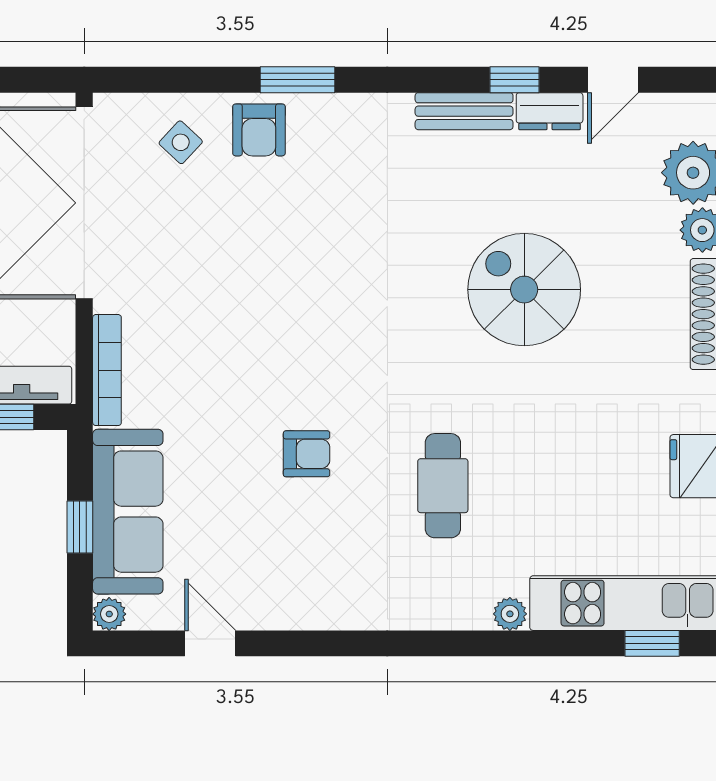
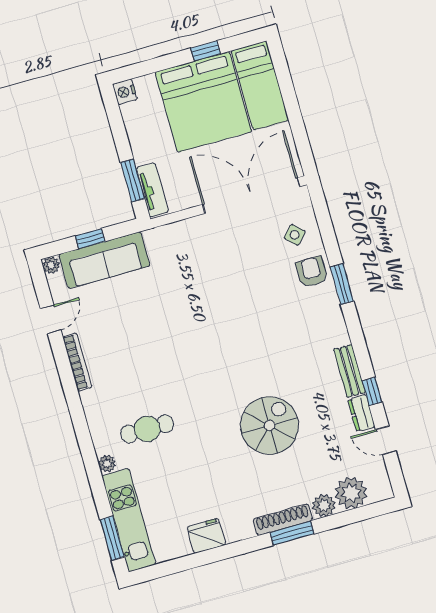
armchair: (259, 130) -> (312, 272), turned 90
bookcase: (107, 370) -> (77, 362), moved, turned -90
armchair: (307, 454) -> (158, 341), removed
cafe table: (443, 486) -> (147, 429), moved
window: (652, 643) -> (112, 538), width x1.50

